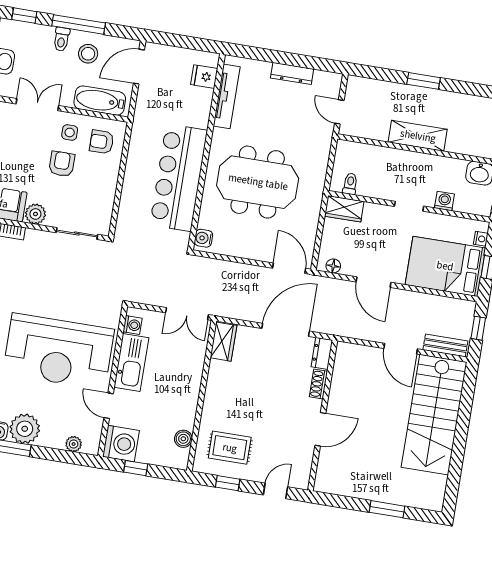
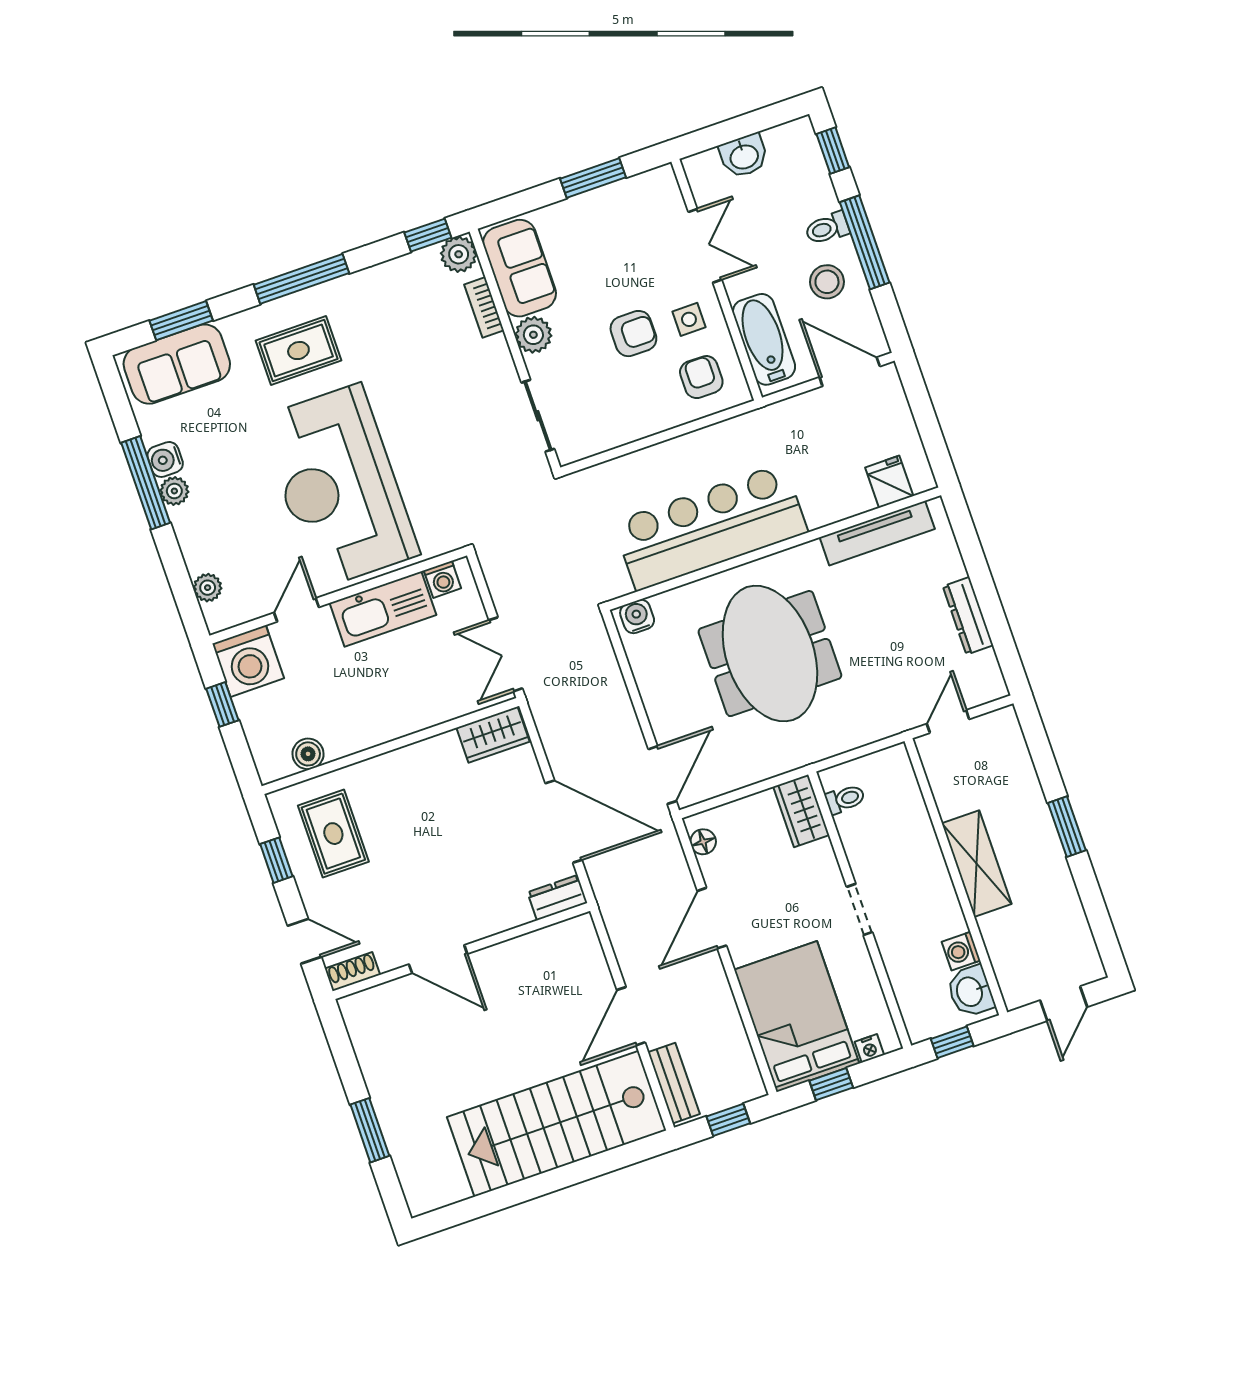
washing machine: (444, 201) -> (961, 951), moved, turned 180
shoe rack: (318, 384) -> (352, 972), moved
plant: (25, 429) -> (174, 491), width x0.53, depth x0.53

